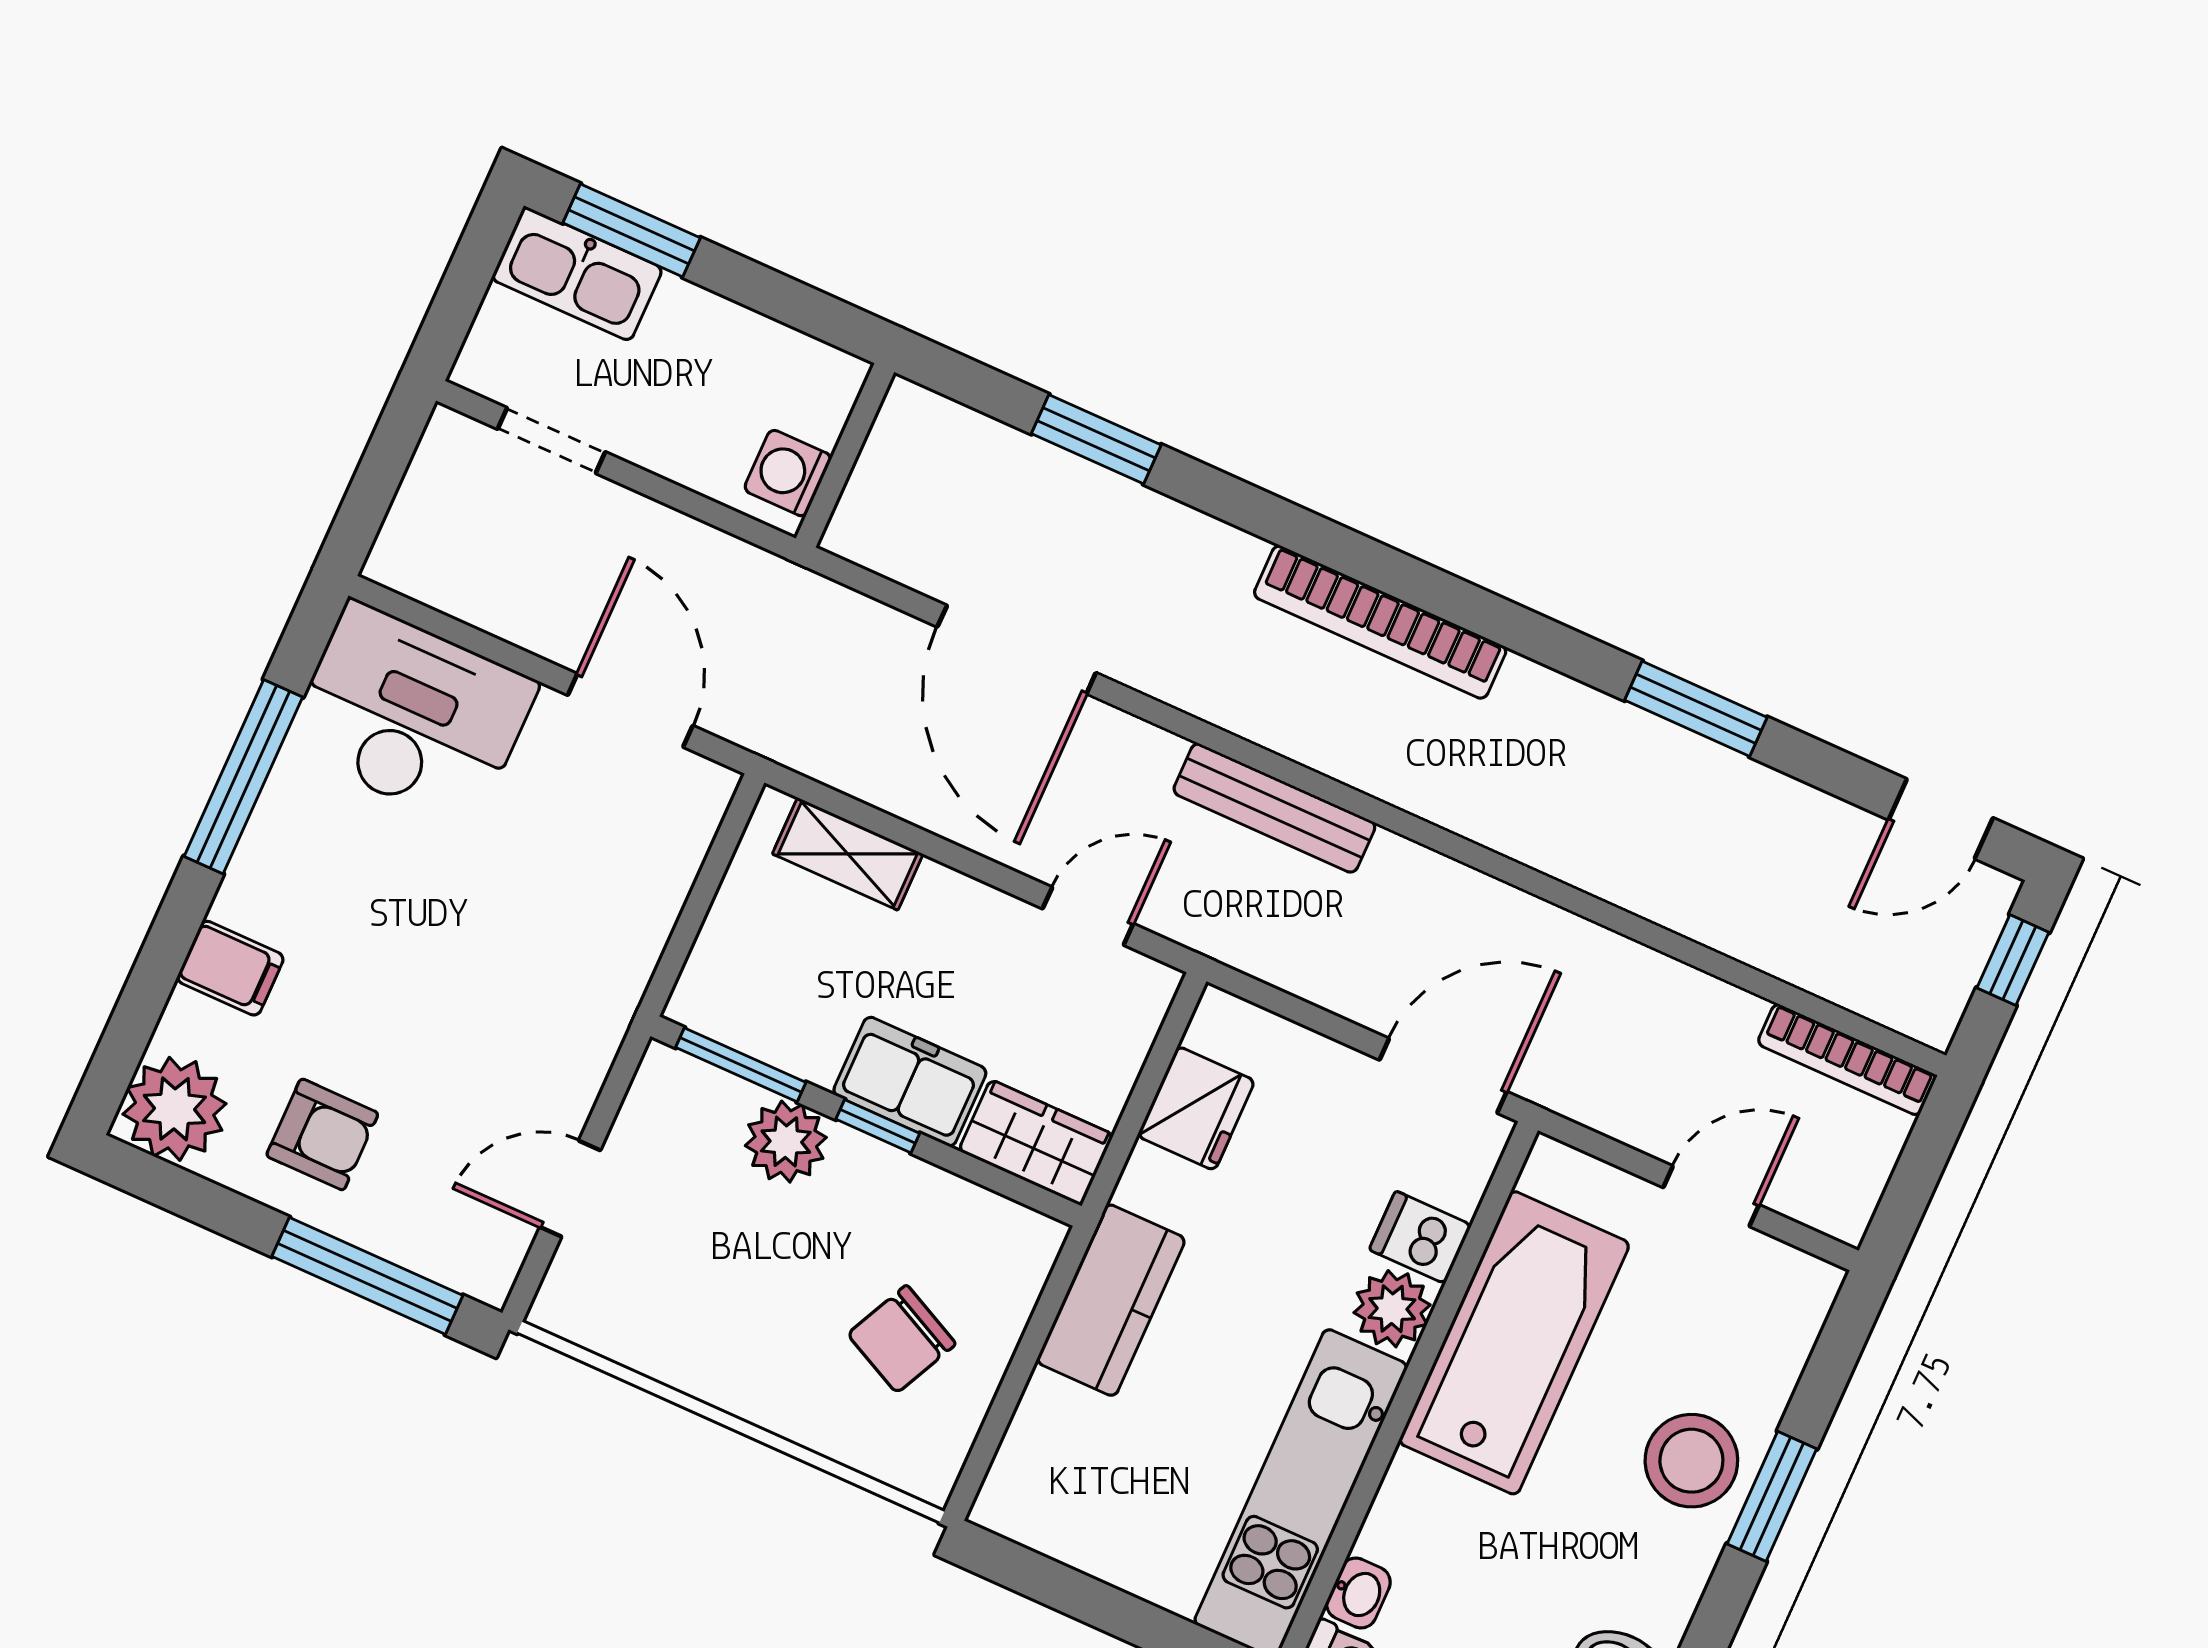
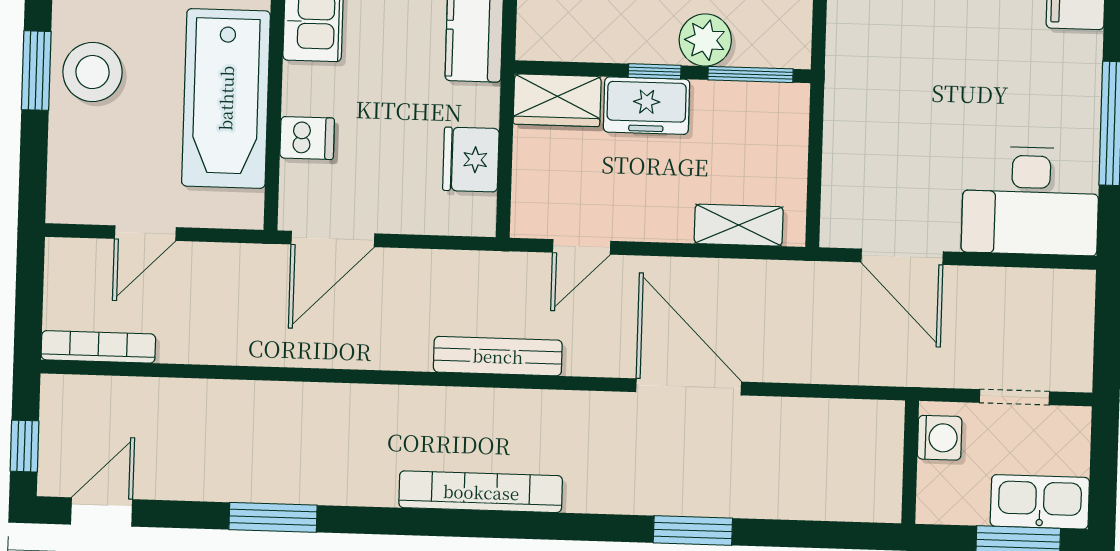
wall: (845, 455) -> (910, 462), moved
washing machine: (788, 473) -> (940, 438), moved
plant: (1392, 1309) -> (306, 89), removed

